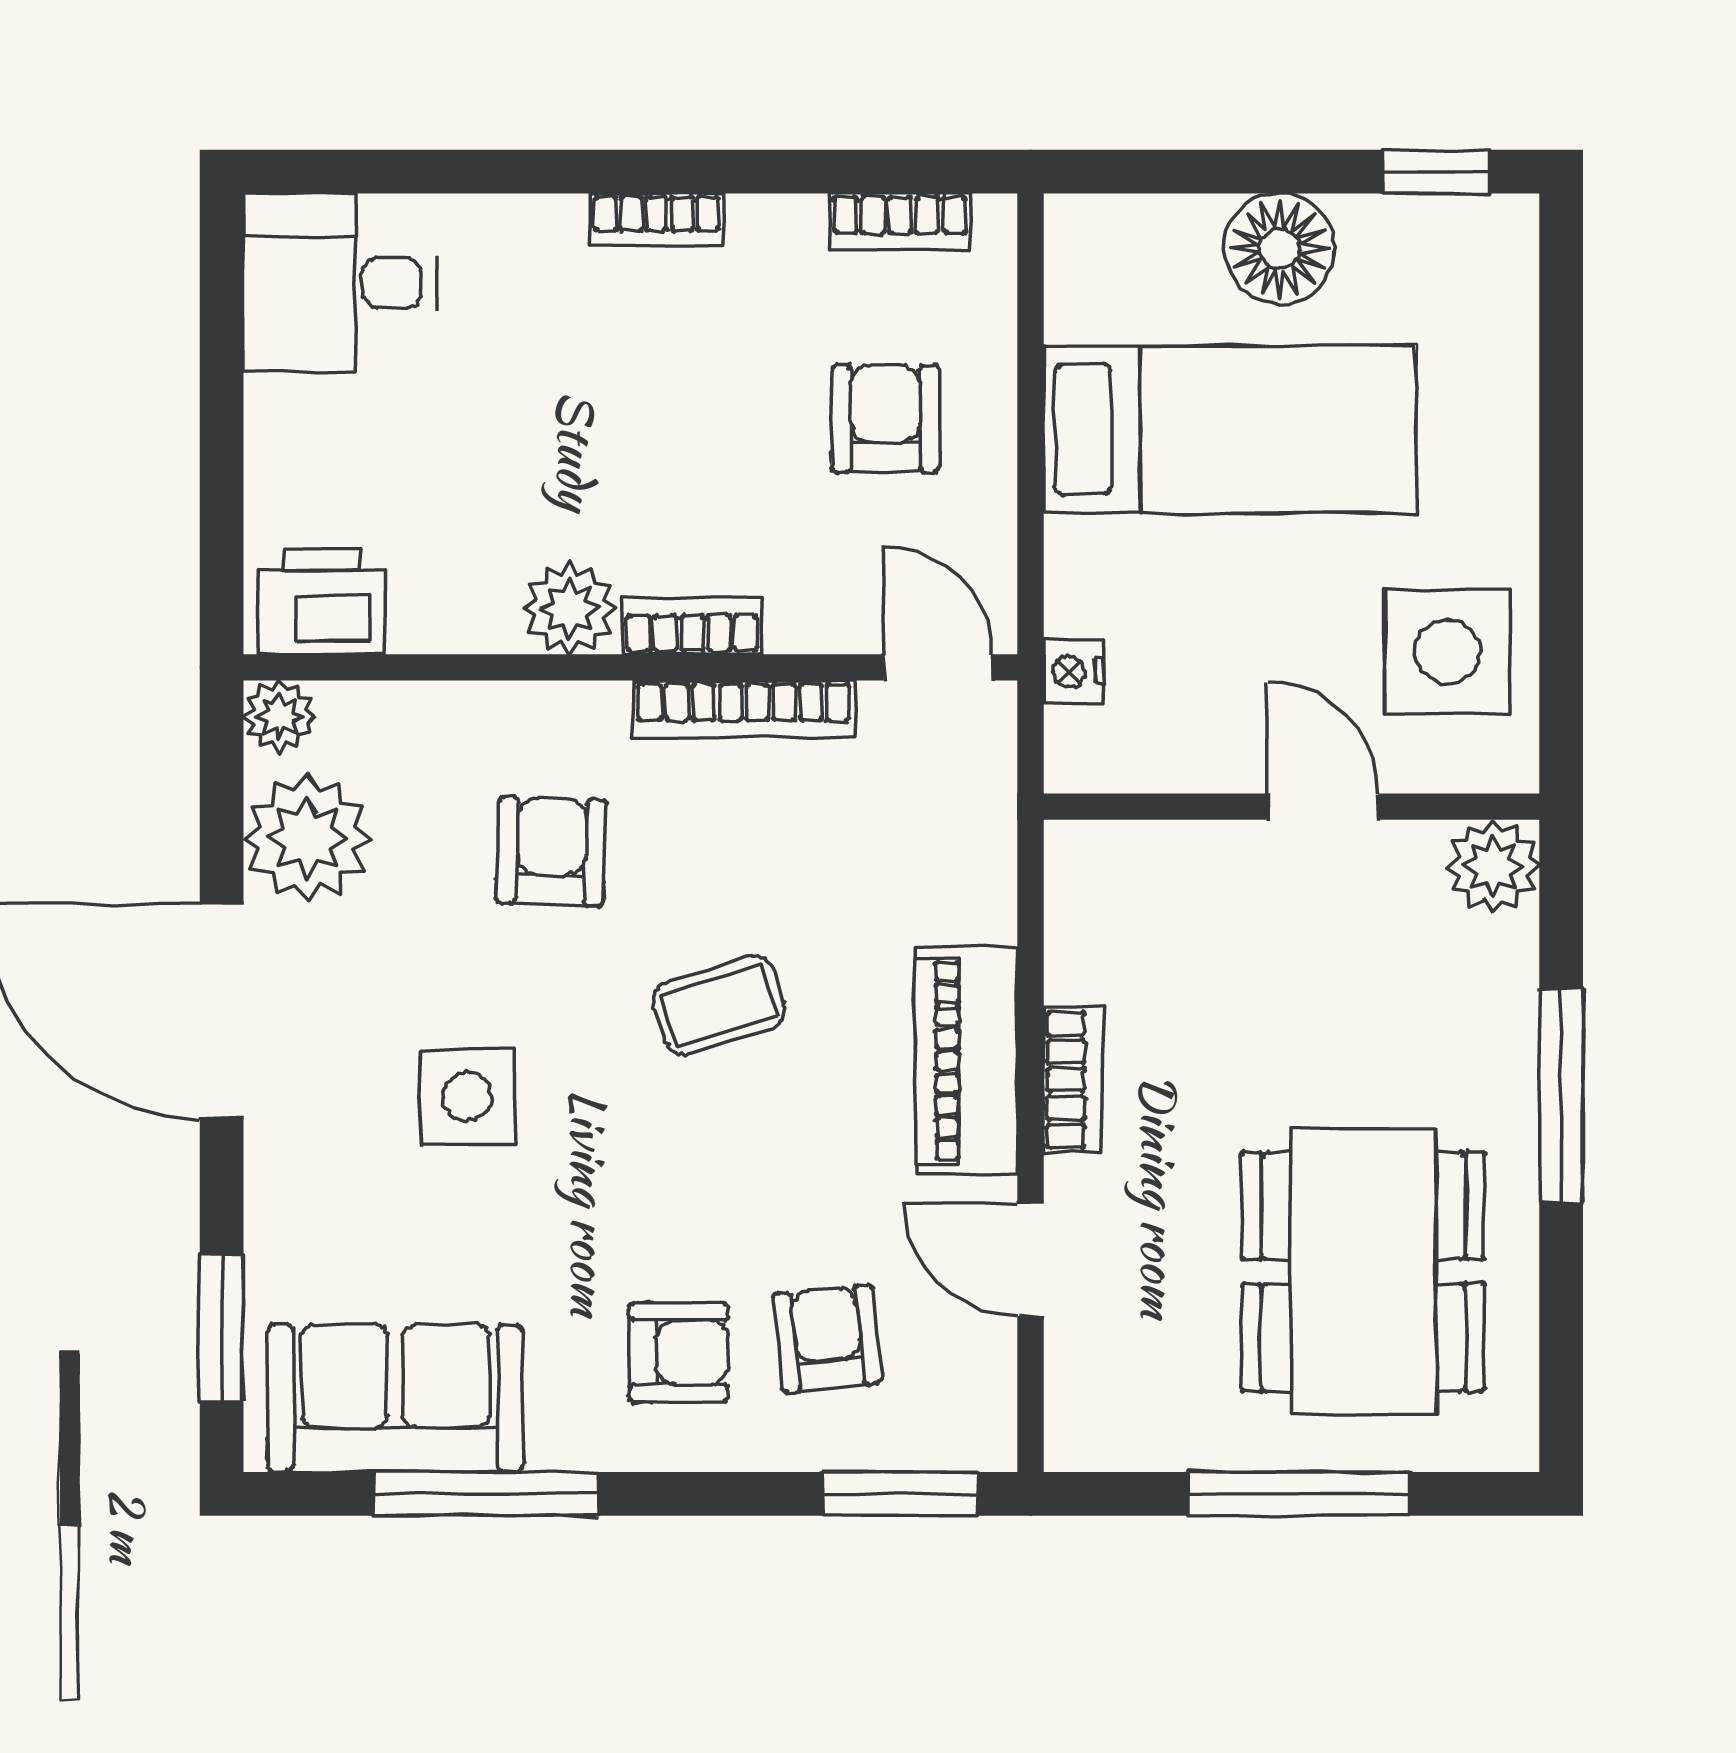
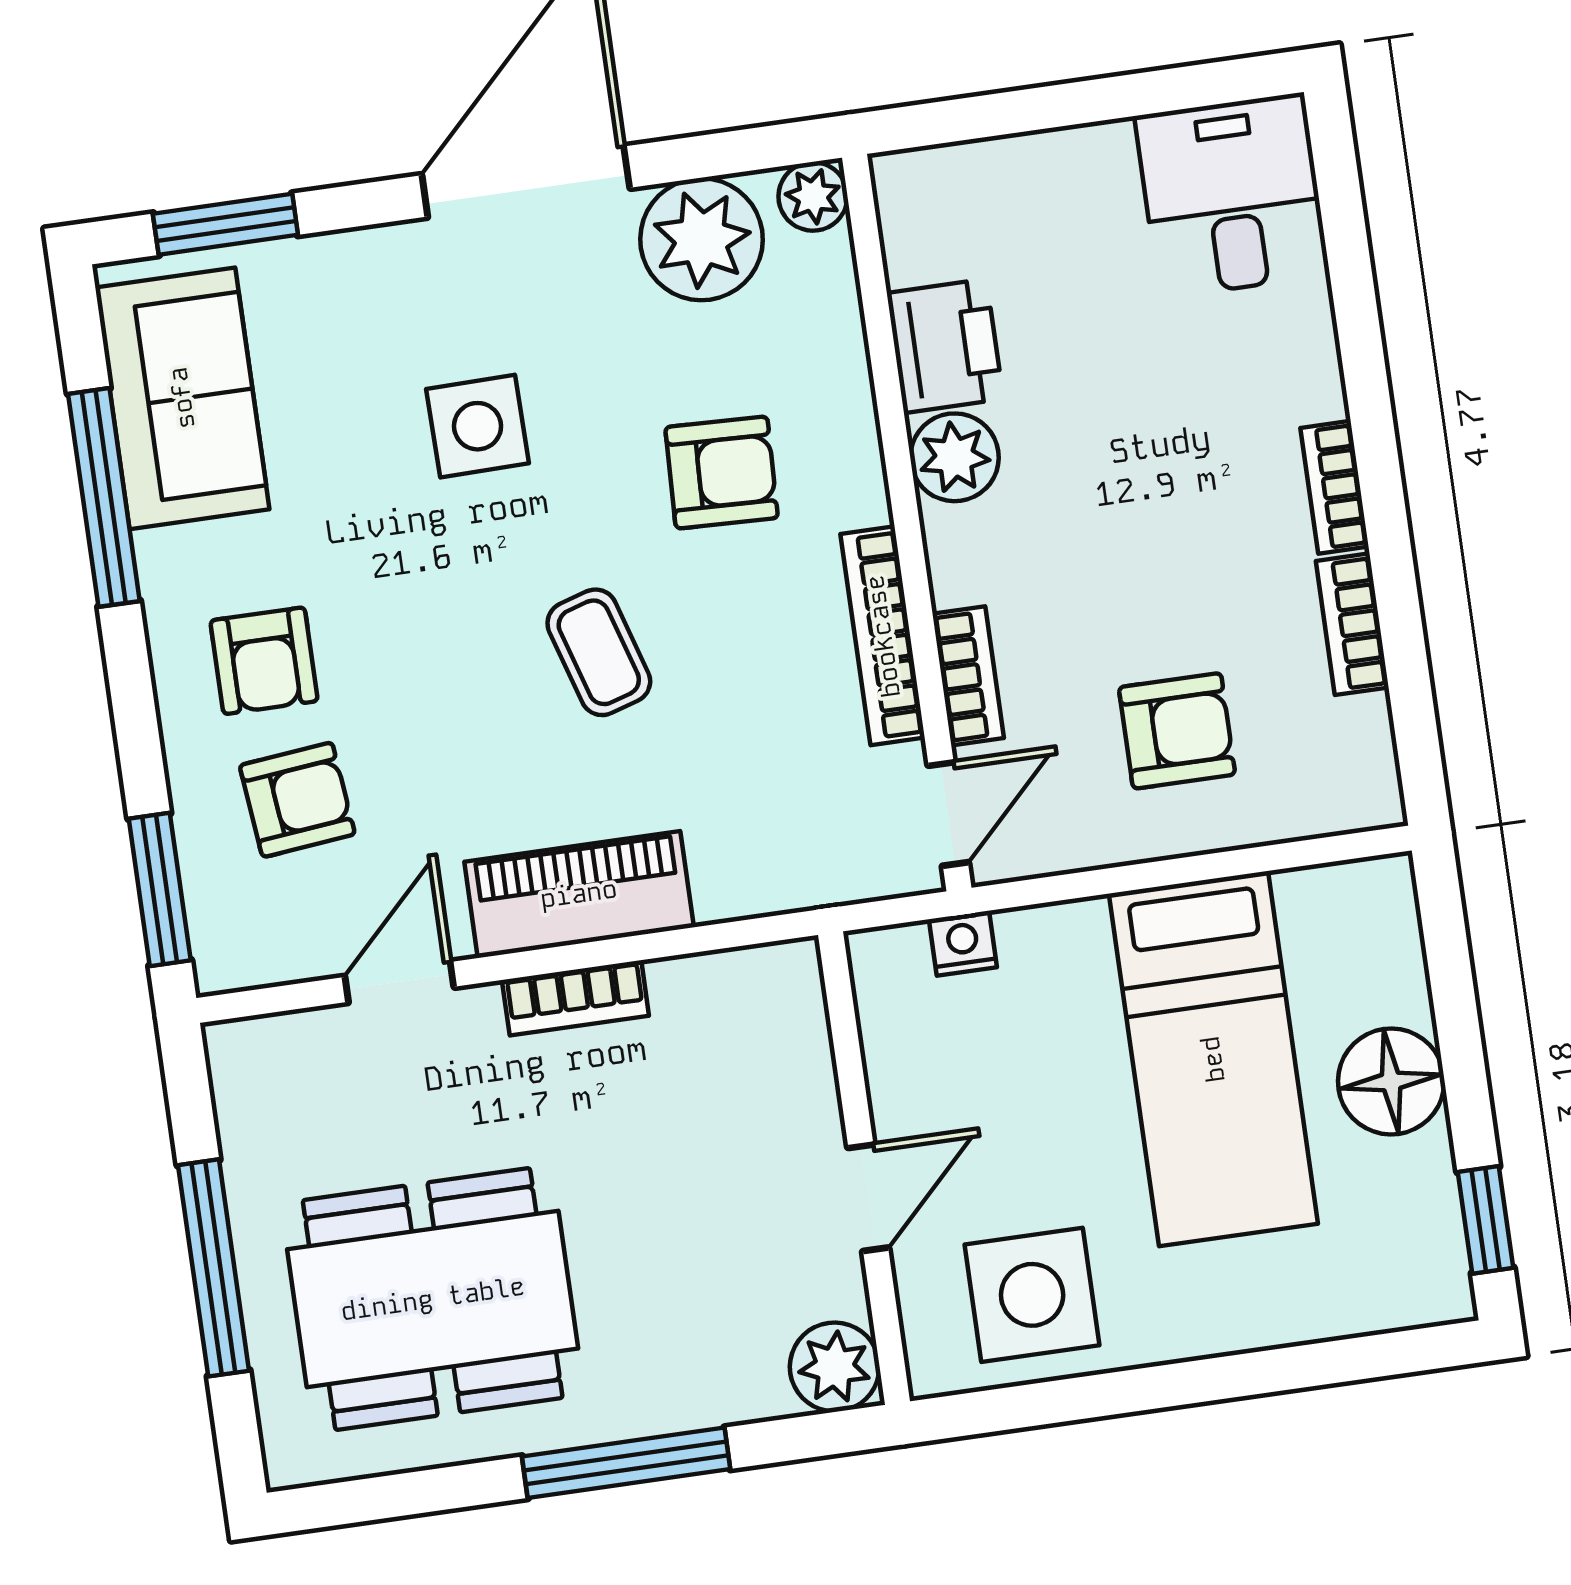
bookcase: (900, 222) -> (1352, 624), moved
printer: (322, 602) -> (945, 346), moved
bookcase: (692, 627) -> (968, 676), moved

